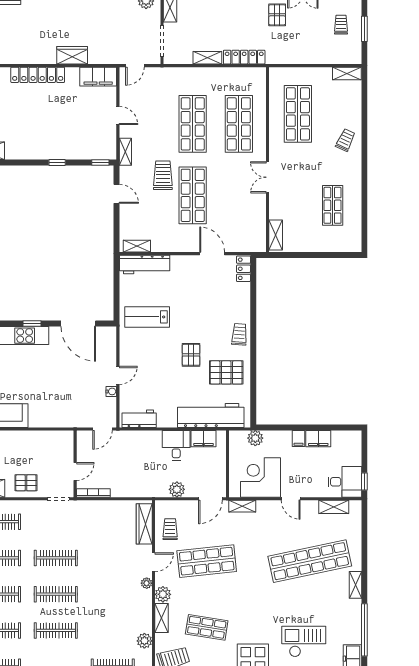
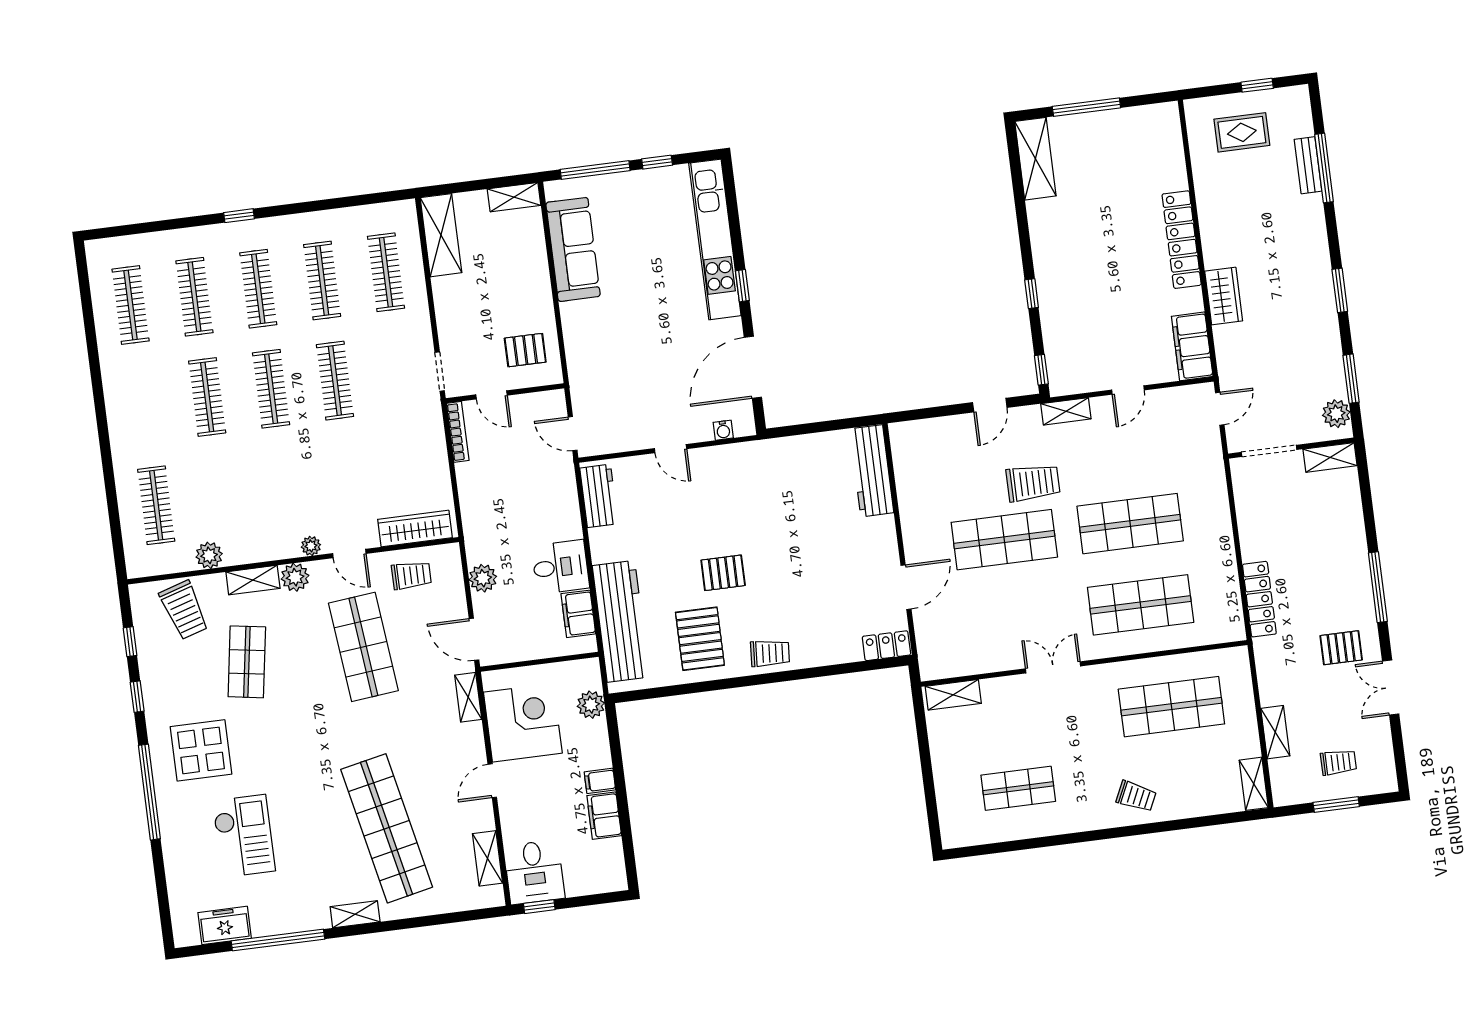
shelving: (207, 58) -> (1275, 732), moved
door: (135, 66) -> (1220, 409), swing flipped
shelving: (137, 246) -> (902, 453), removed
lab bench: (147, 317) -> (780, 487), removed
water cooler: (111, 391) -> (723, 430), moved
pallet: (26, 483) -> (525, 350), moved, turned 90

